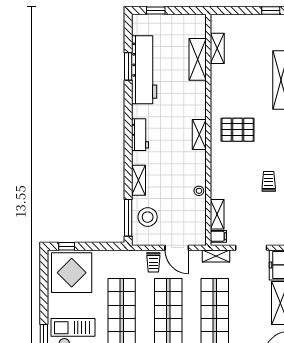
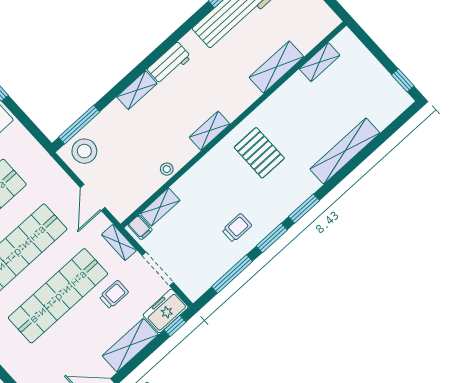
shelving: (198, 59) -> (276, 67), moved
shelving: (199, 134) -> (209, 131), moved
shelving: (139, 180) -> (137, 90), moved
stool: (148, 217) -> (84, 151), moved
trolley: (153, 262) -> (114, 294), moved, turned 180

